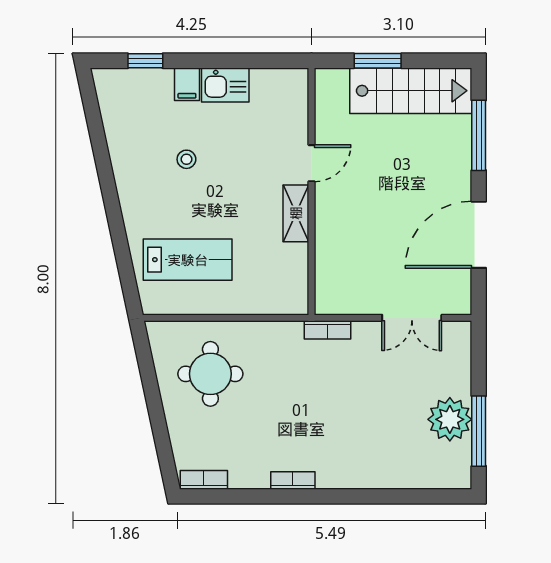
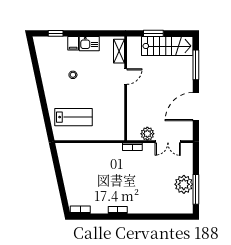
shelving: (296, 213) -> (119, 51), moved
plant: (363, 299) -> (147, 134), added
round table: (210, 374) -> (83, 165), removed

